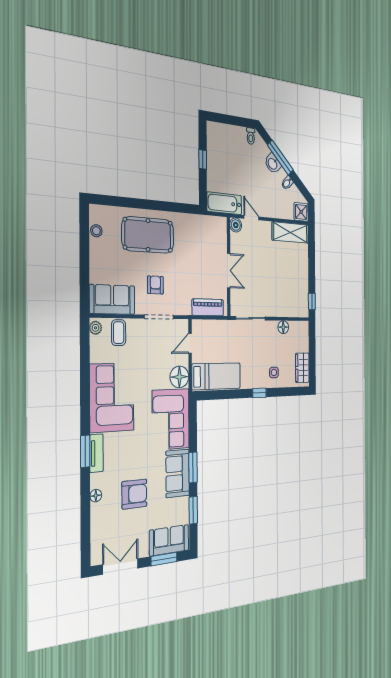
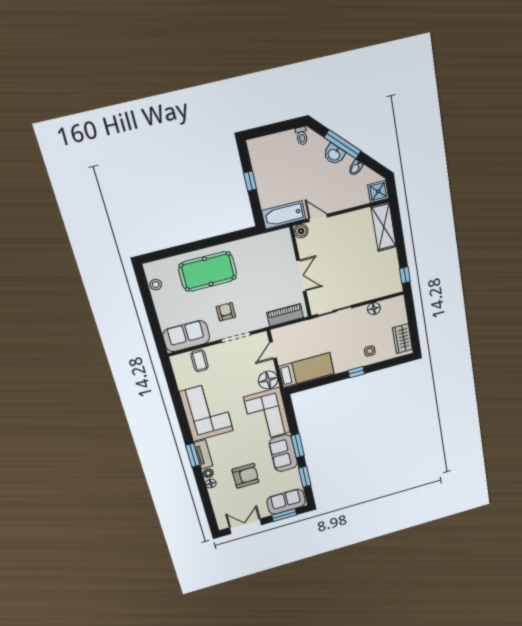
shelving: (290, 232) -> (384, 227), moved, turned 90
plant: (96, 328) -> (208, 473), moved

